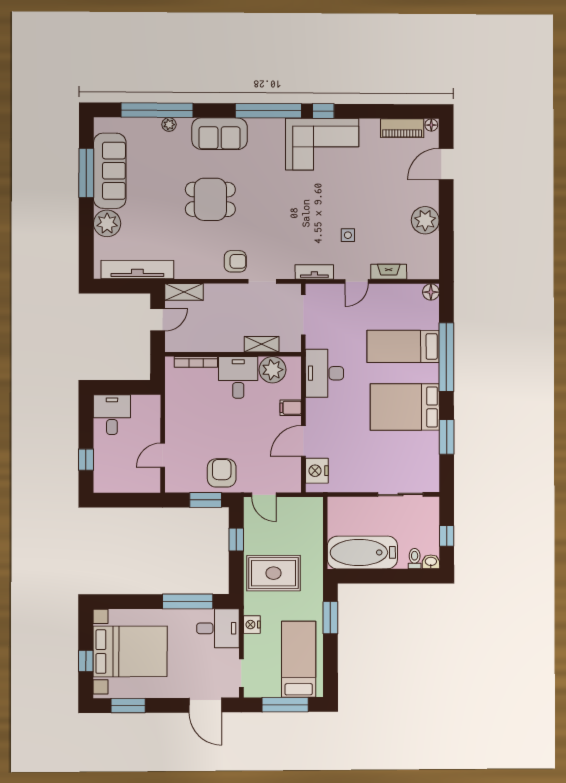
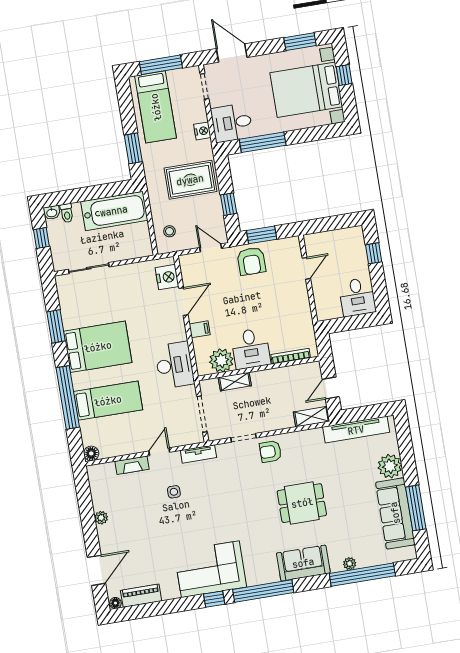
plant: (425, 220) -> (101, 518), width x0.53, depth x0.53
stool: (306, 520) -> (169, 231), added

